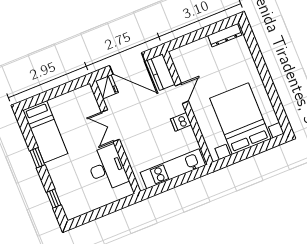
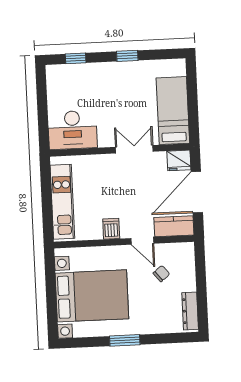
chair: (203, 69) -> (161, 274), added
window: (267, 80) -> (125, 340), added
bed: (45, 132) -> (173, 111), moved, turned 90
desk: (107, 168) -> (72, 130), moved

